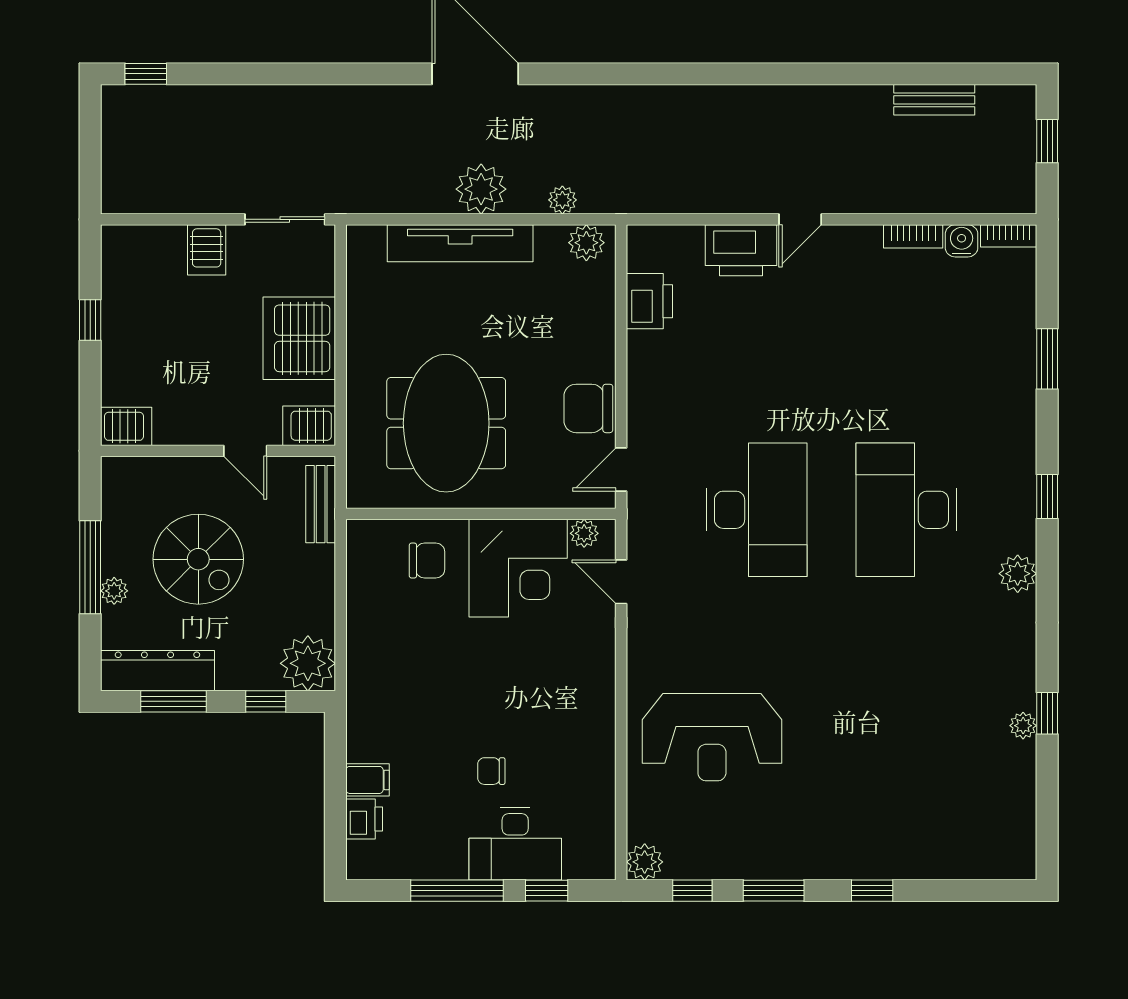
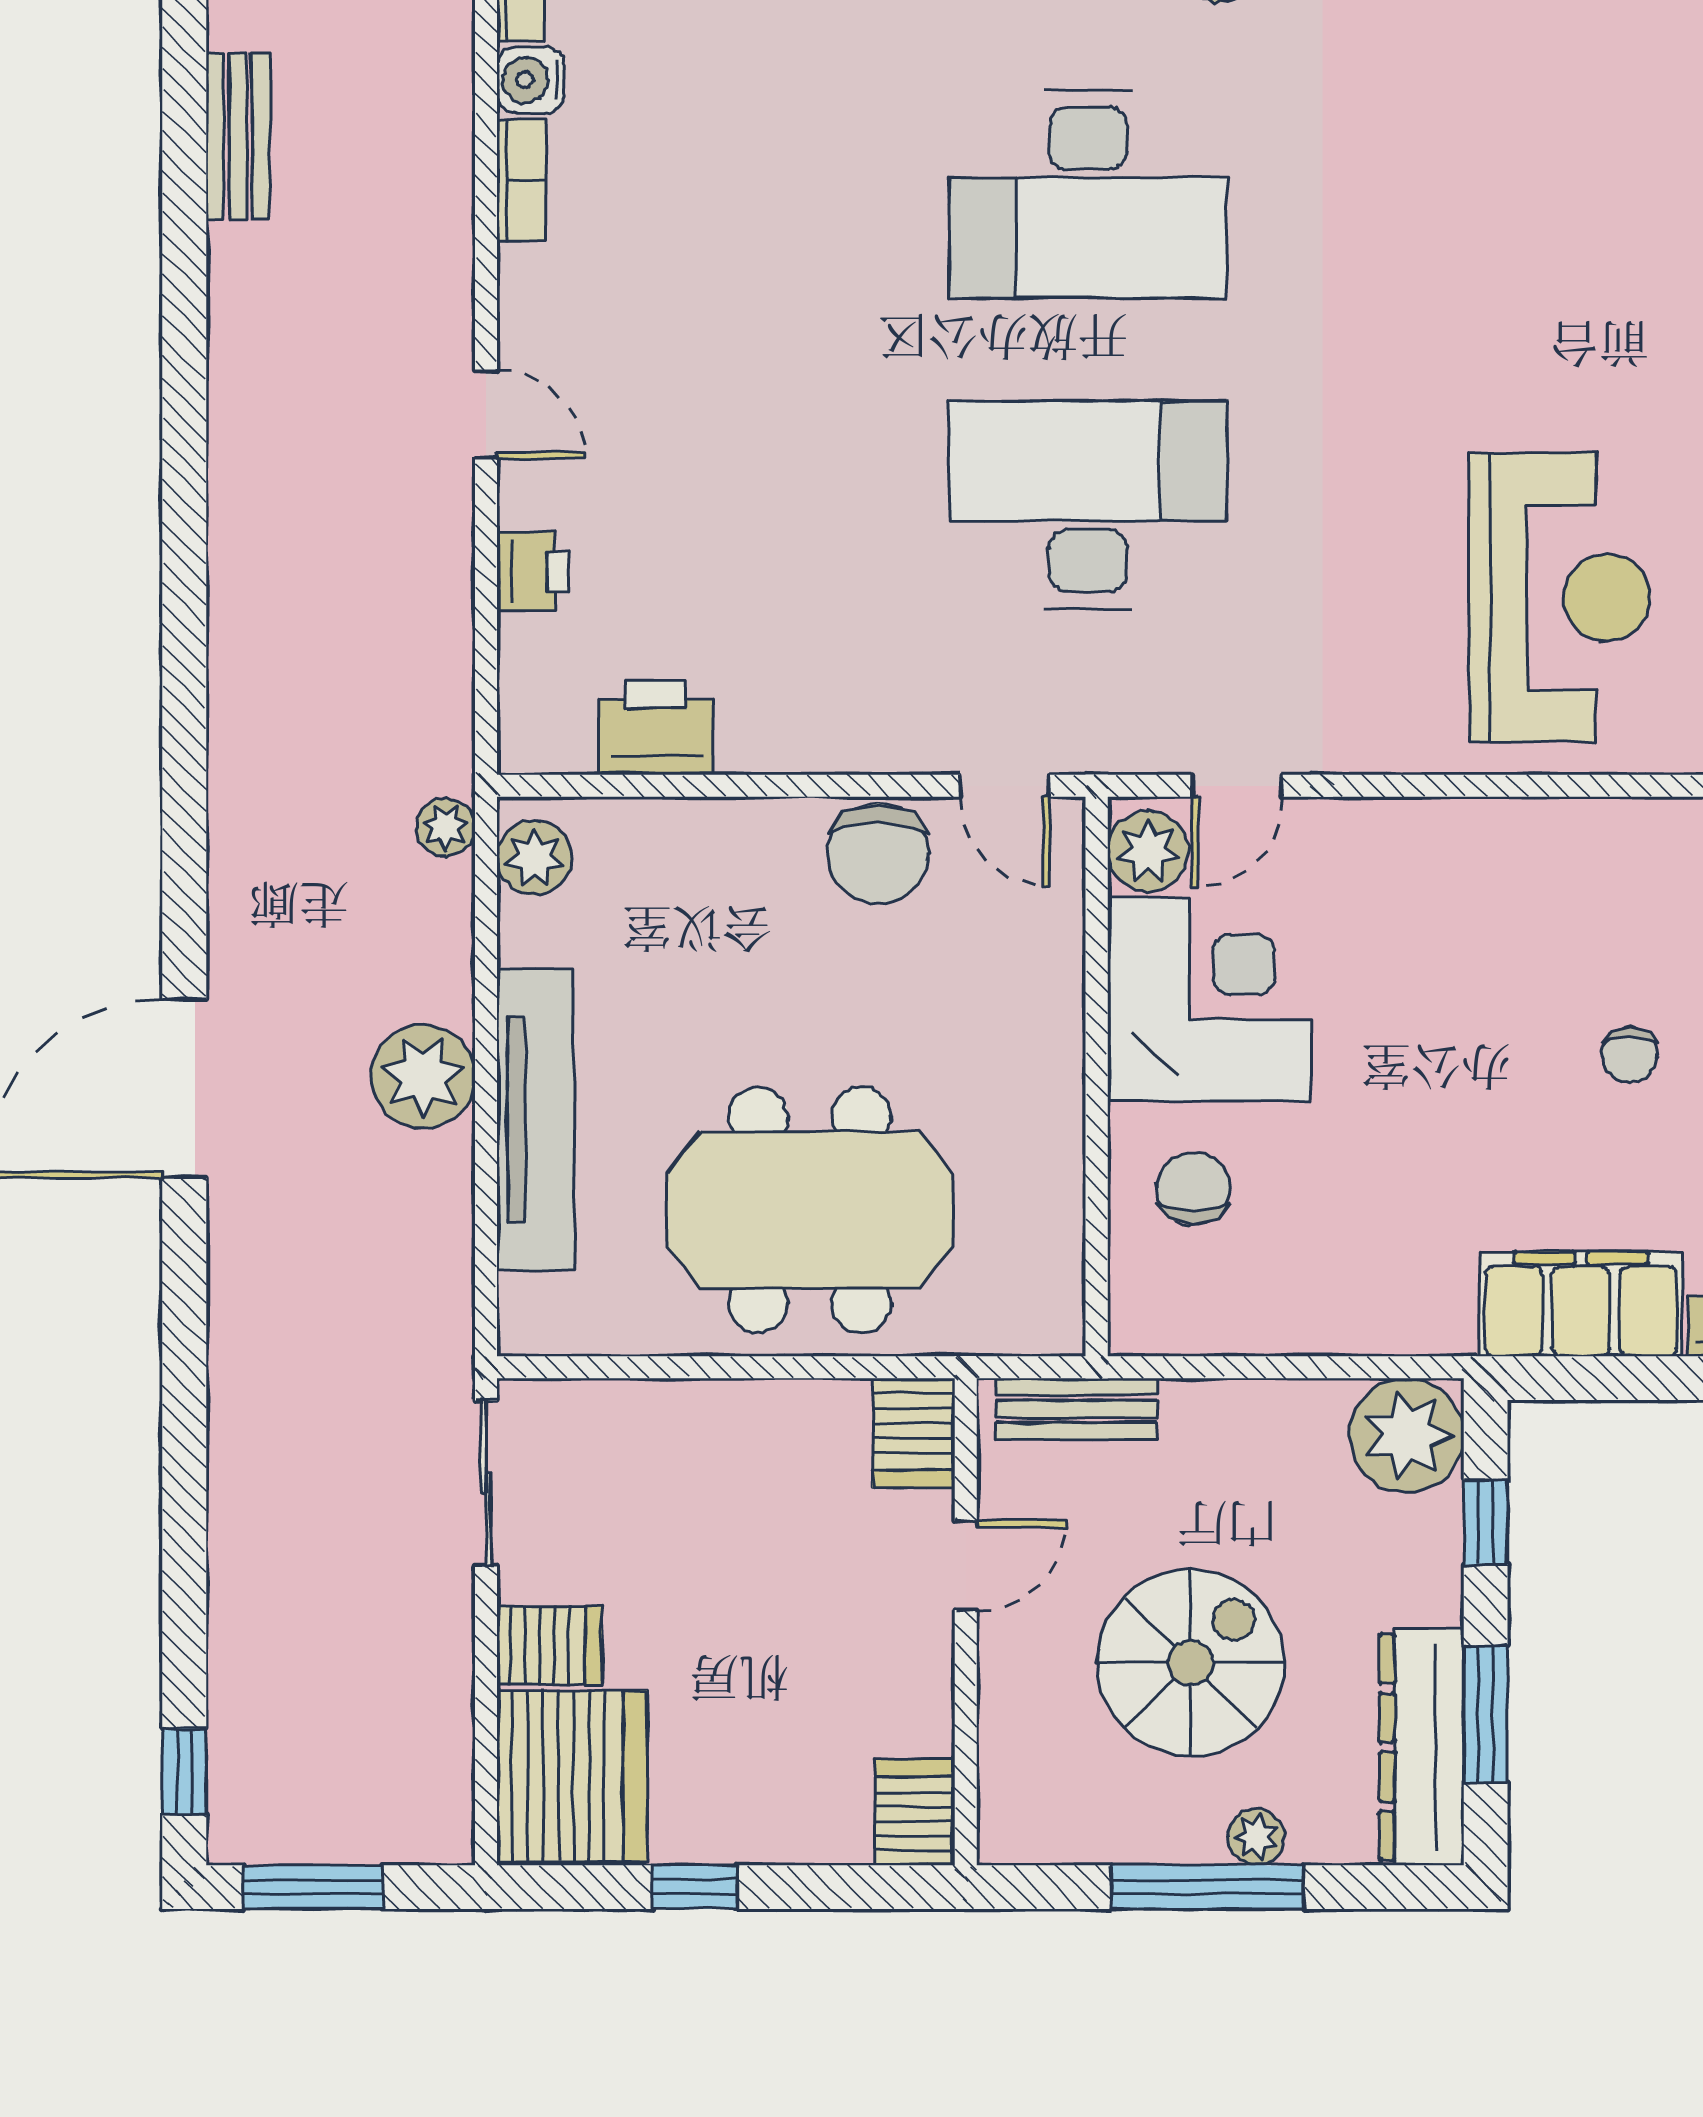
window: (90, 136) -> (313, 1887), added
plant: (562, 200) -> (446, 827), moved
printer: (741, 250) -> (533, 572), width x0.53, depth x0.68
server rack: (299, 338) -> (572, 1776), moved, turned -90
meeting table: (446, 423) -> (810, 1210), moved
plant: (584, 533) -> (1148, 851), width x1.38, depth x1.38
filing cabinet: (368, 780) -> (1581, 1304), width x3.00, depth x1.17

